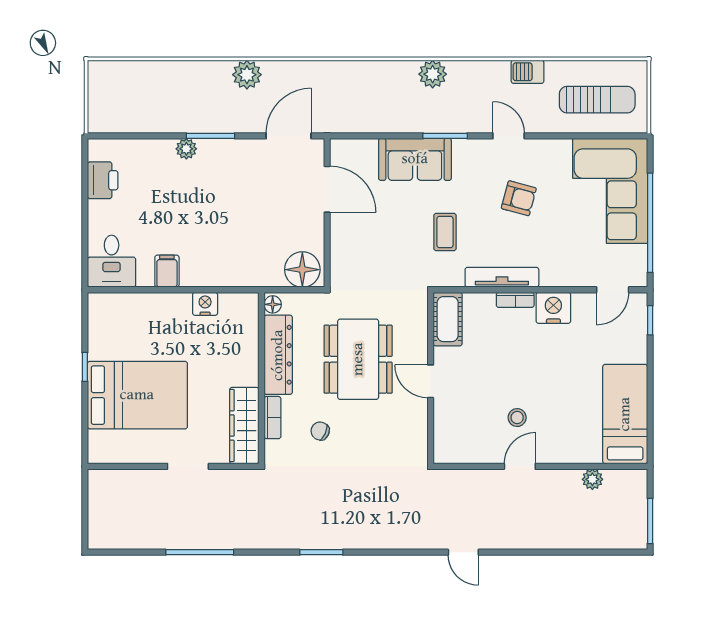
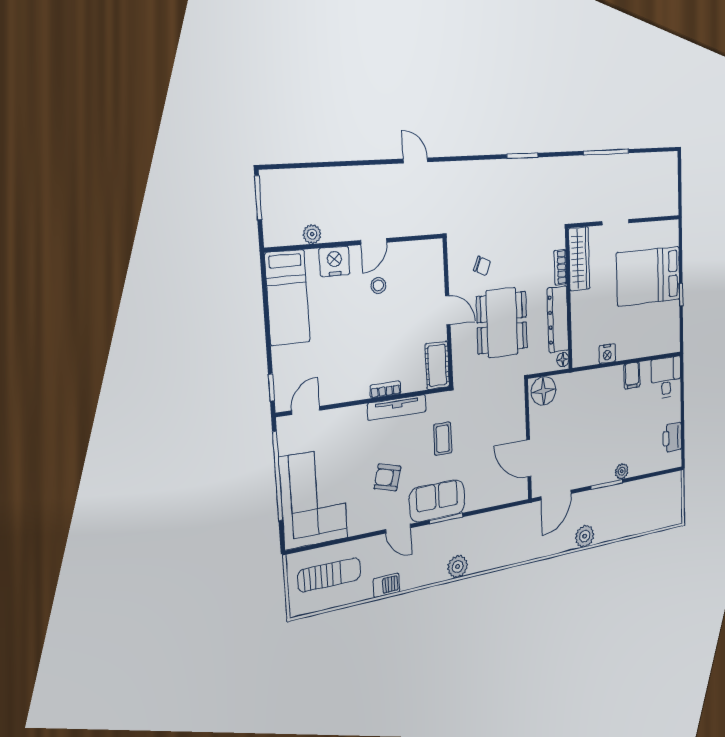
sun lounger: (597, 100) -> (329, 575), turned 180
sofa: (415, 159) -> (437, 501), moved
nightstand: (553, 308) -> (334, 261), moved, turned 180
chair: (320, 431) -> (482, 266), moved

